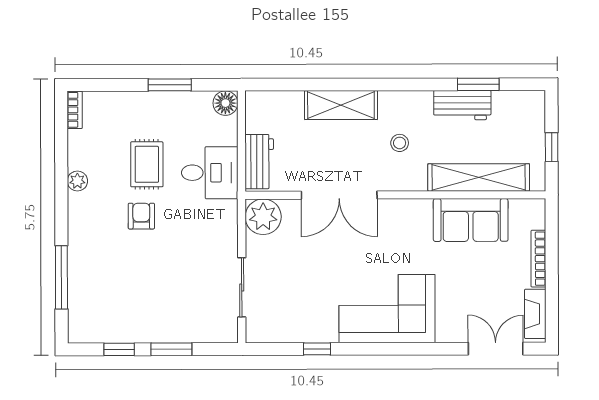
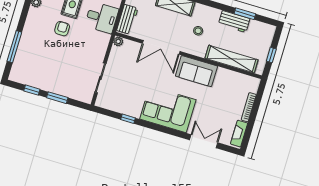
plant: (263, 217) -> (118, 41), width x0.53, depth x0.53
sofa: (471, 220) -> (196, 71), moved
double door: (496, 349) -> (204, 141), moved

